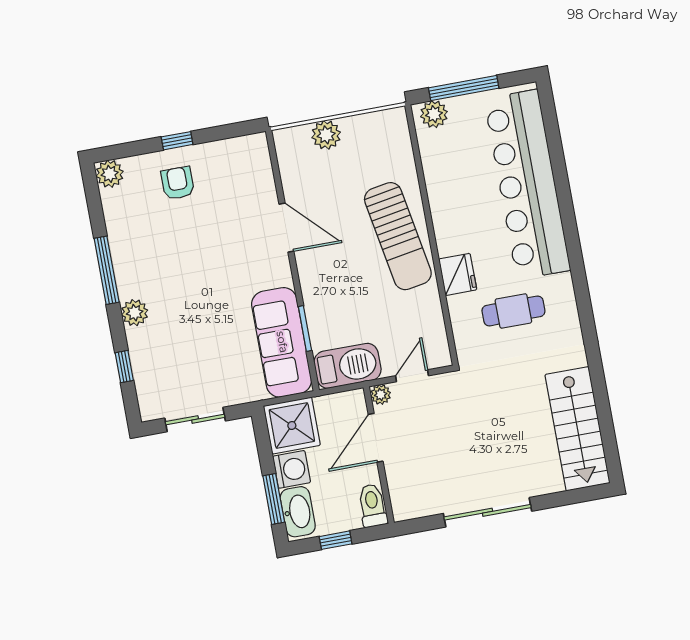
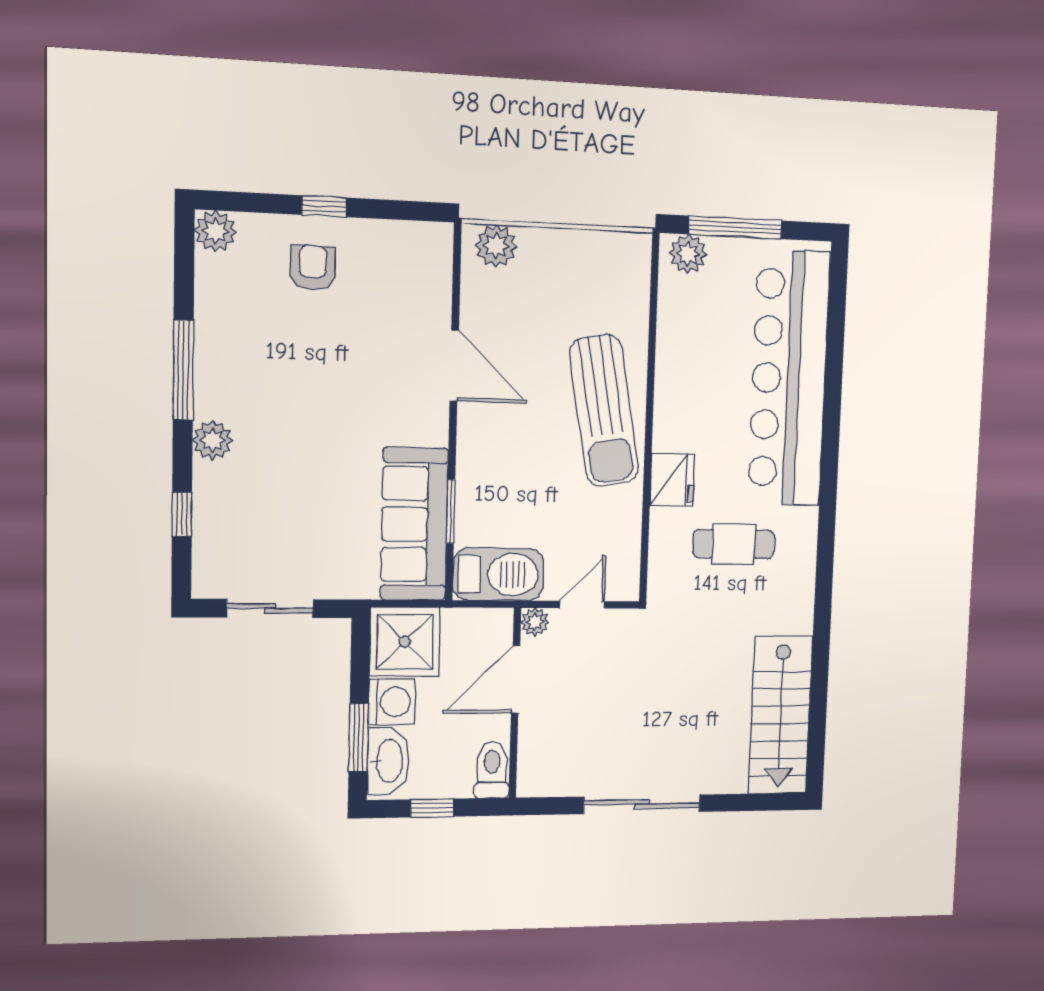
plant: (326, 135) -> (496, 246), moved

